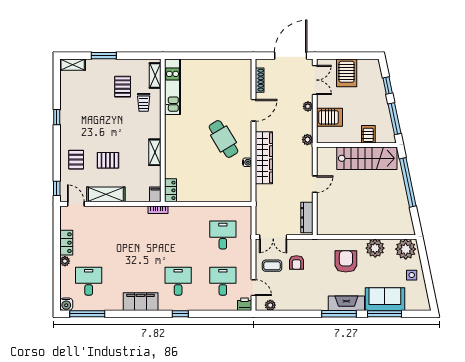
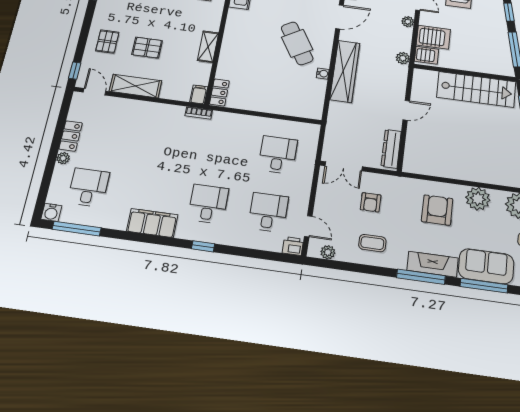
server rack: (368, 134) -> (426, 55), moved, turned 90
coffee table: (272, 266) -> (372, 243), moved

